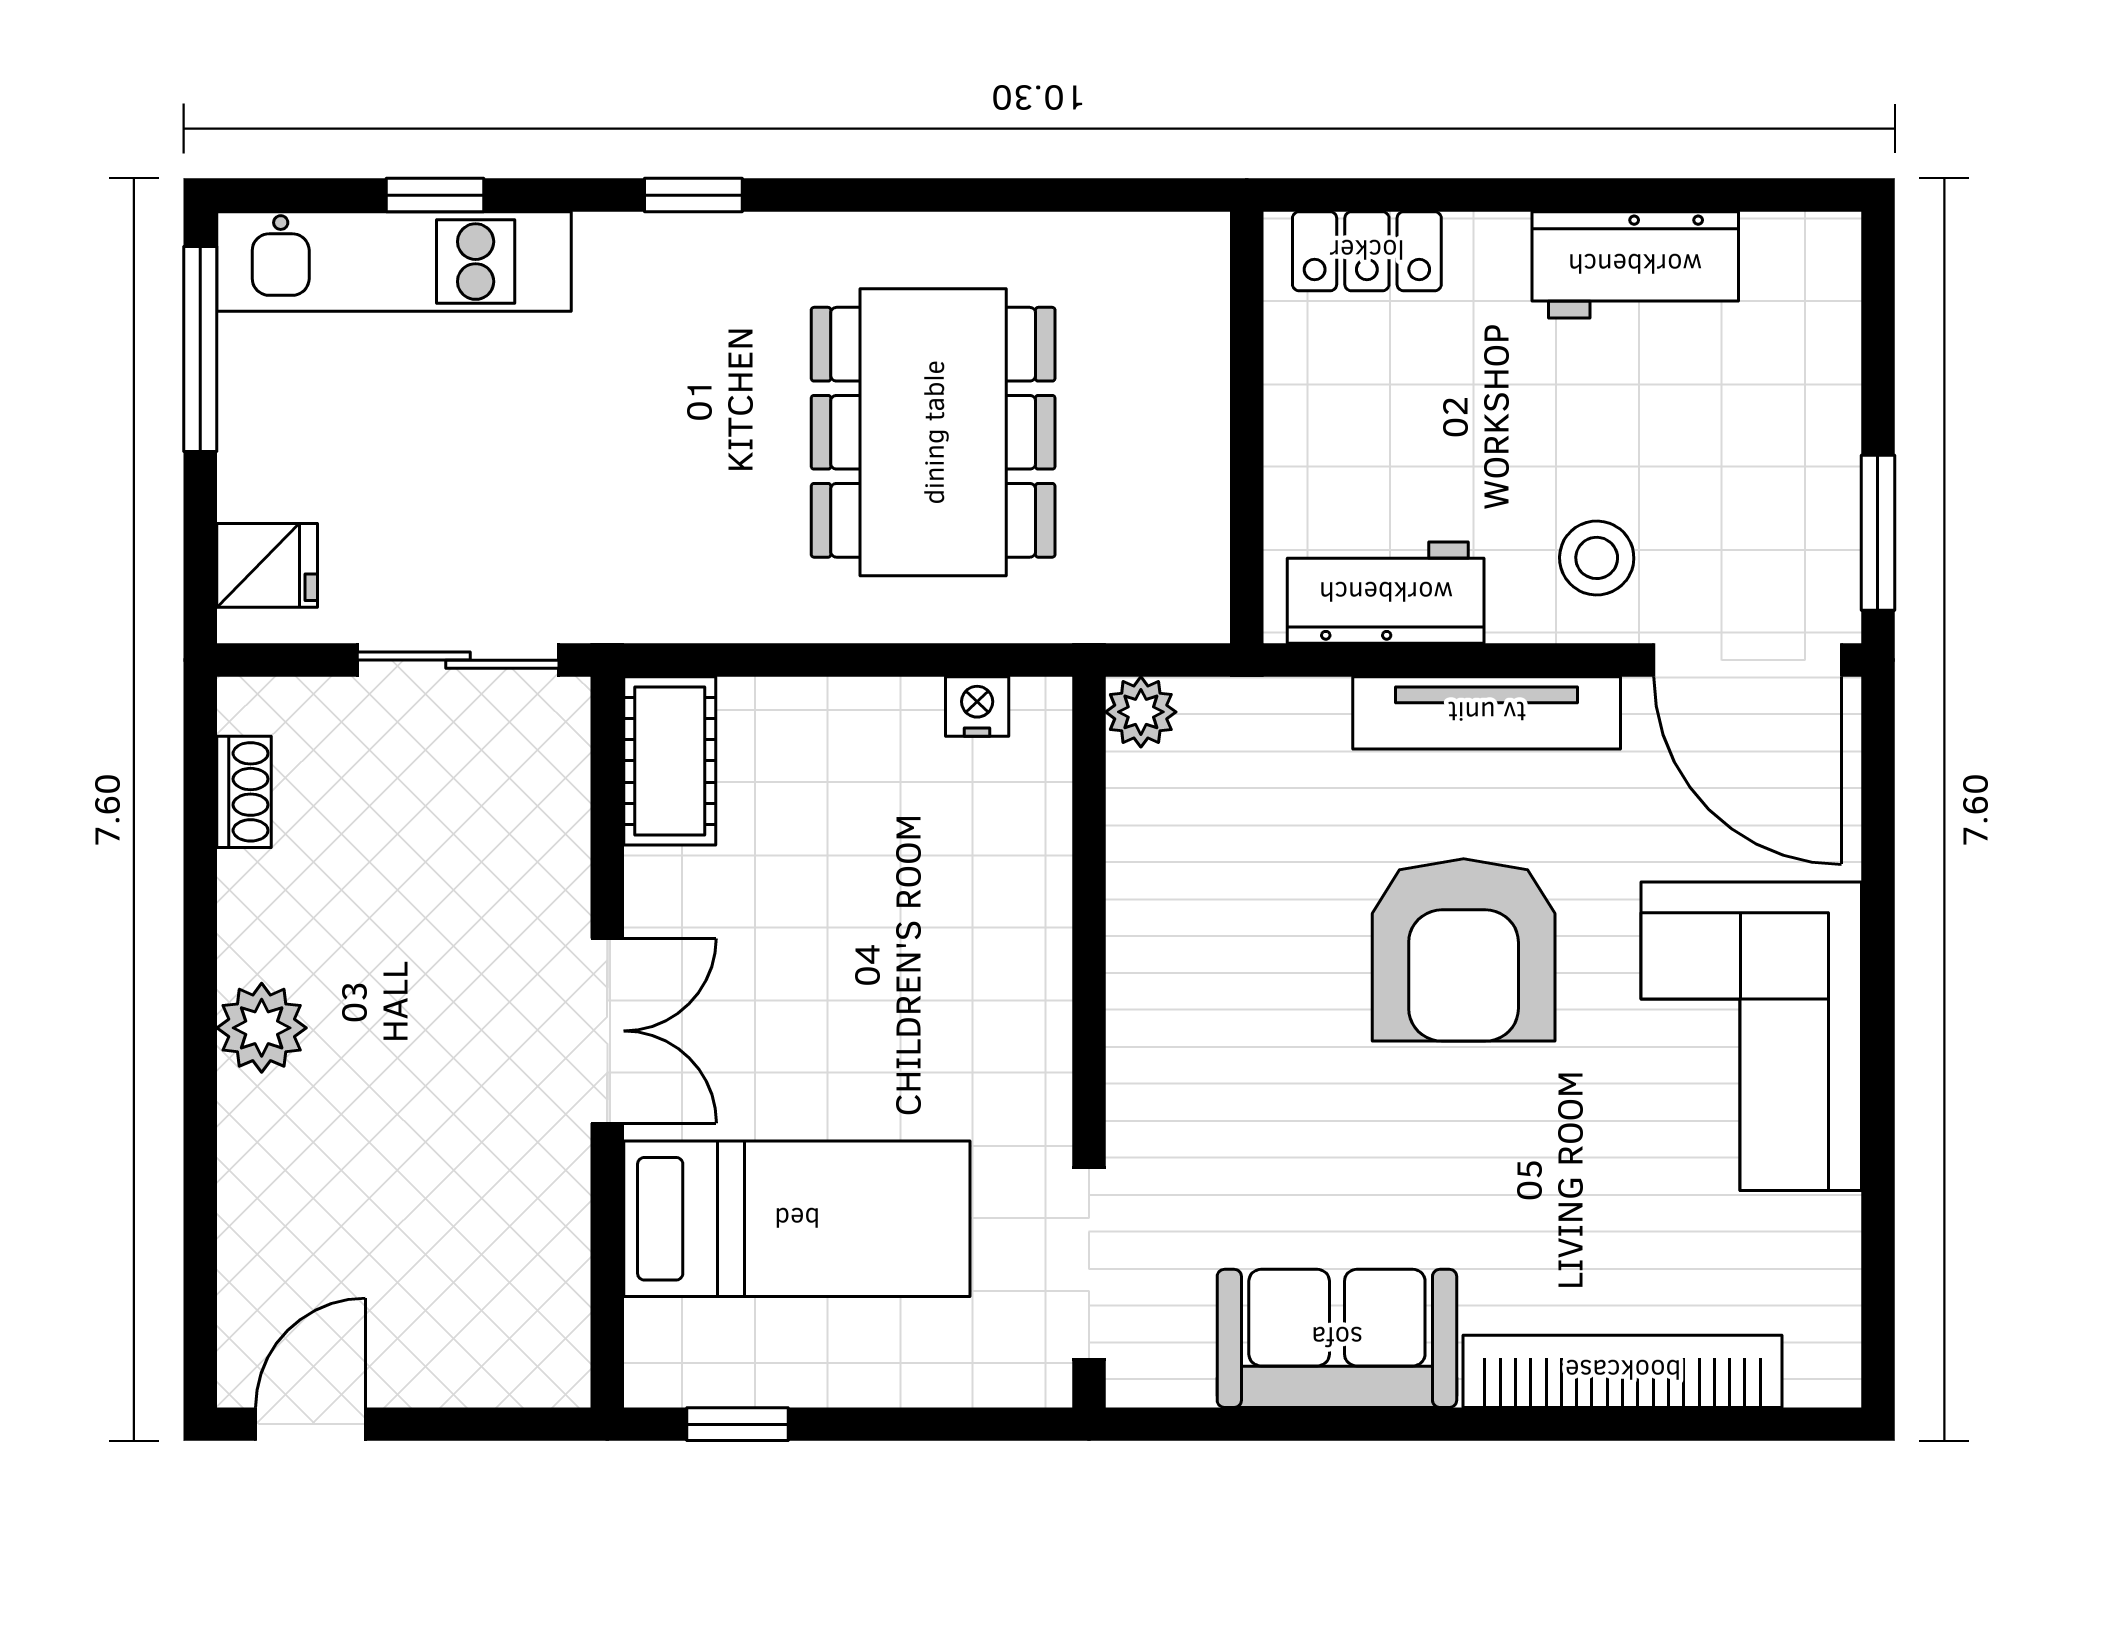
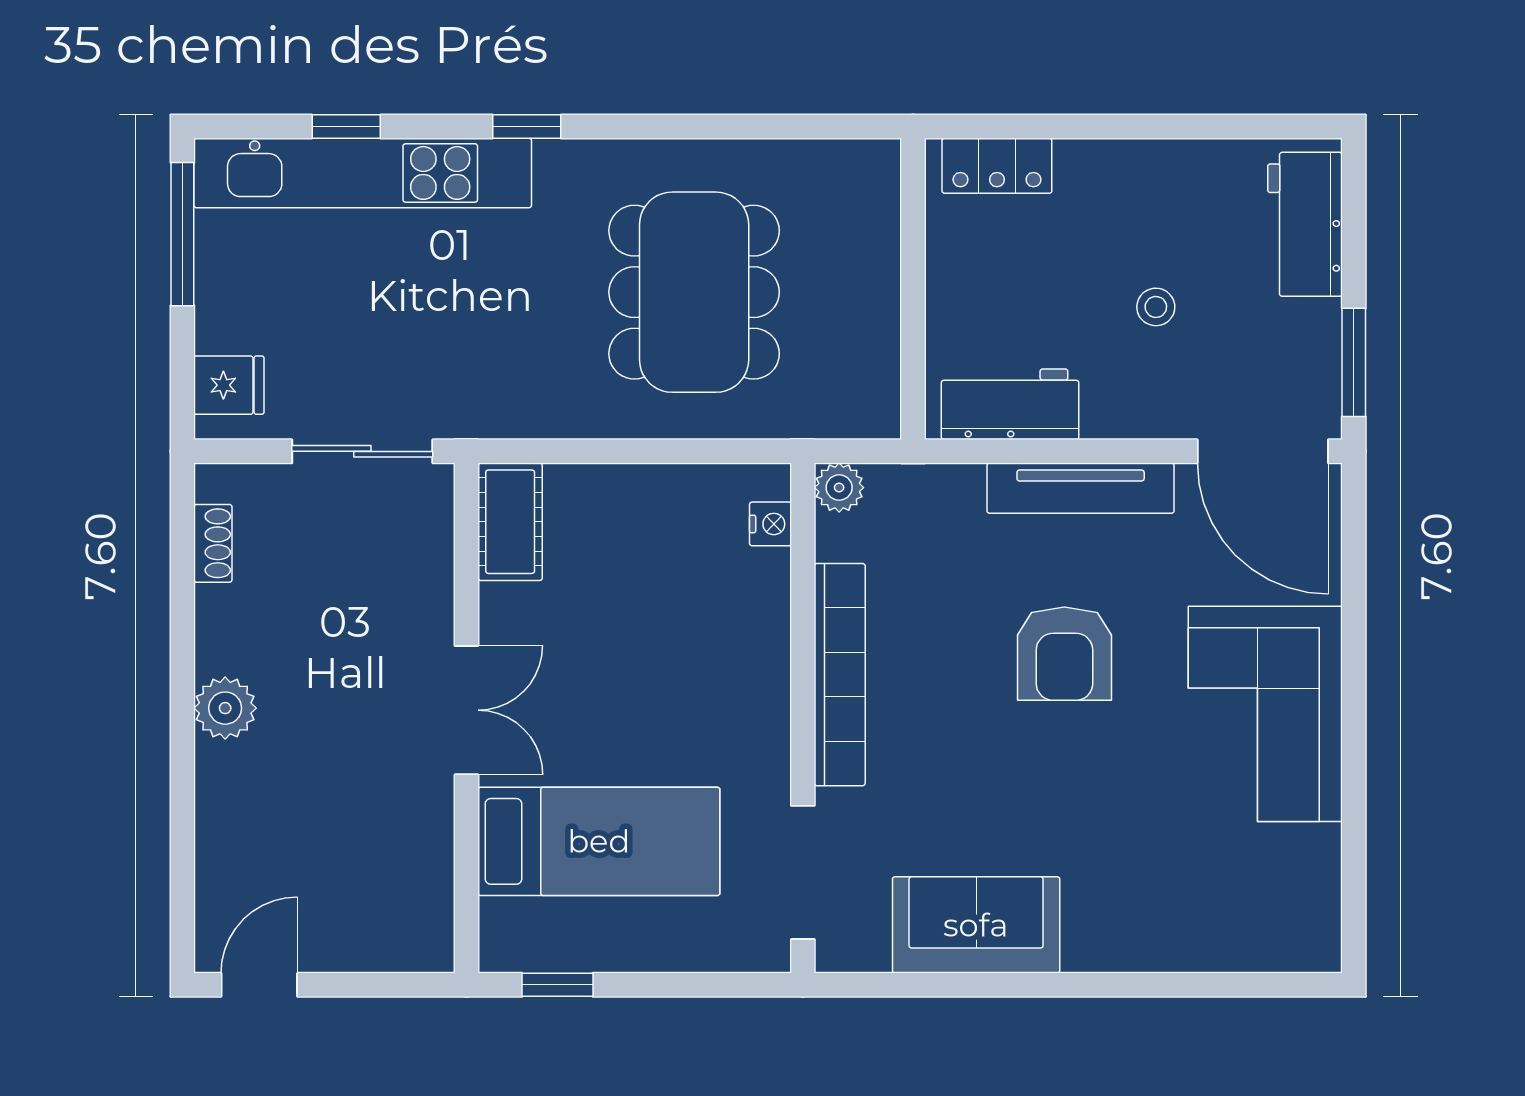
kitchen unit: (394, 262) -> (363, 173), width x1.36
workbench: (1635, 265) -> (1305, 224), moved, turned 90
stool: (1597, 558) -> (1156, 307), moved, width x0.73, depth x0.73
nightstand: (977, 706) -> (770, 524), moved, turned 90
armchair: (1464, 950) -> (1064, 654), width x0.73, depth x0.73
bookcase: (1623, 1371) -> (840, 675), moved, turned 90

